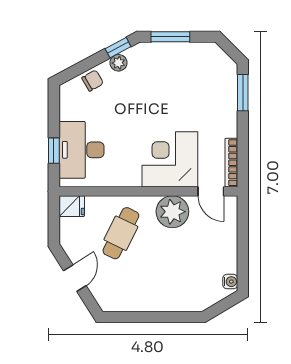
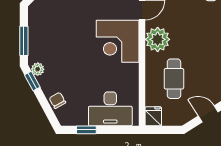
plant: (118, 63) -> (38, 69), moved
window: (54, 151) -> (86, 130), moved
cafe table: (121, 233) -> (174, 79), turned 64

